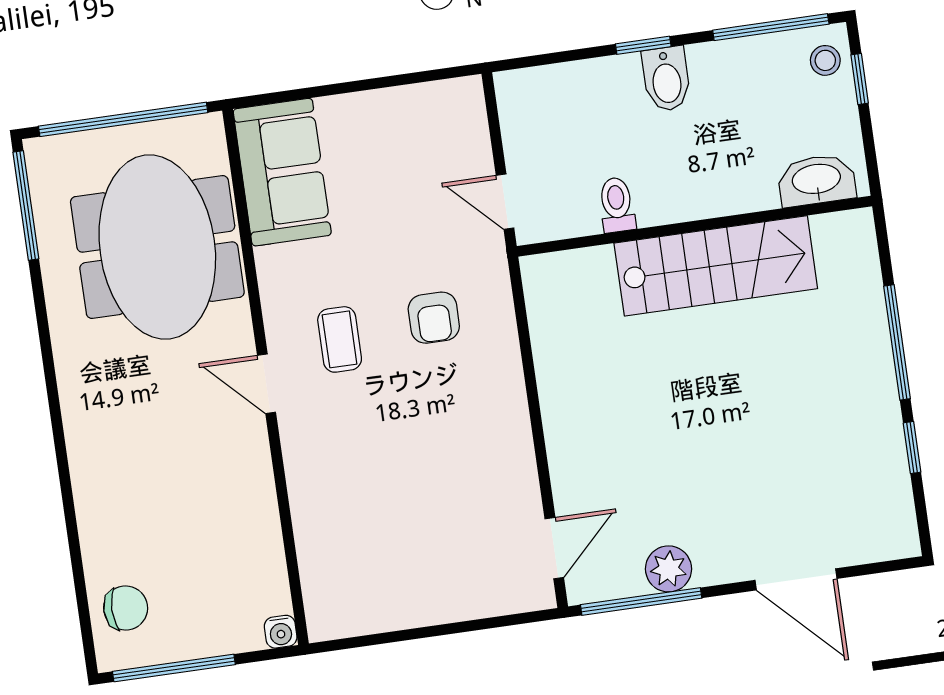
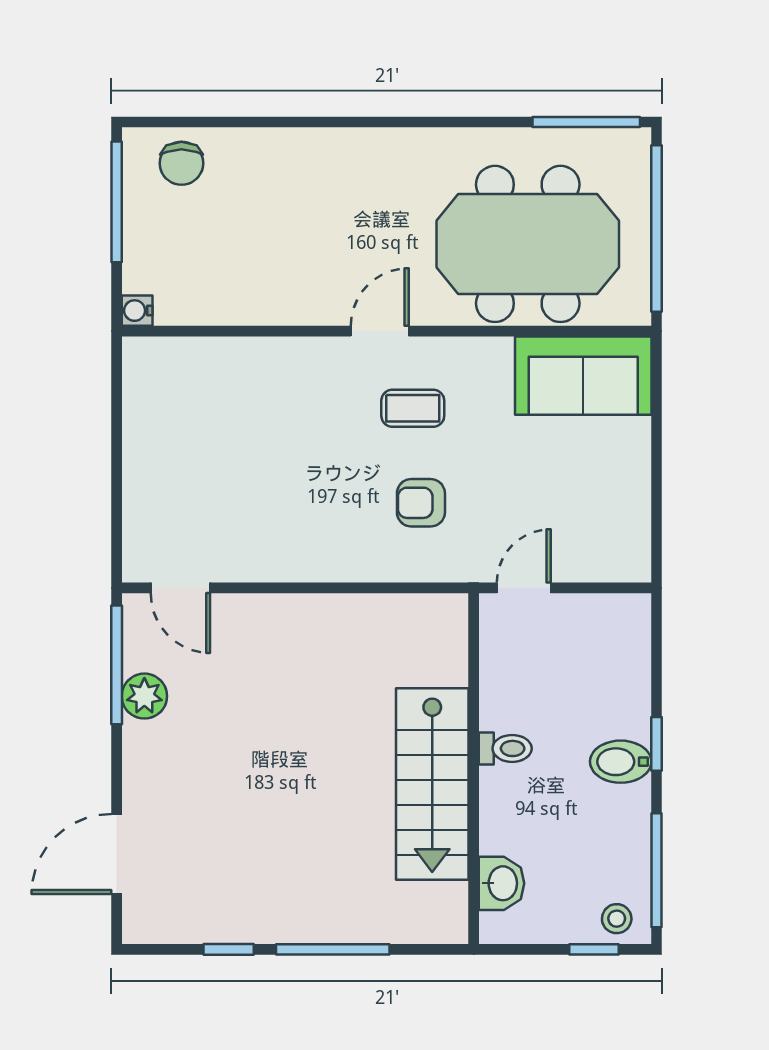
washbasin: (817, 180) -> (501, 883), width x0.72
toilet: (617, 205) -> (505, 748), moved
door: (796, 579) -> (117, 854), moved

